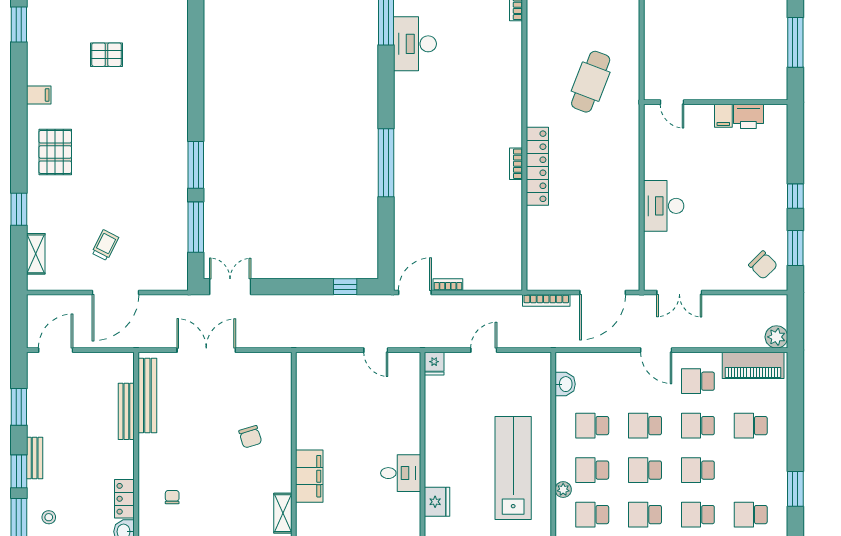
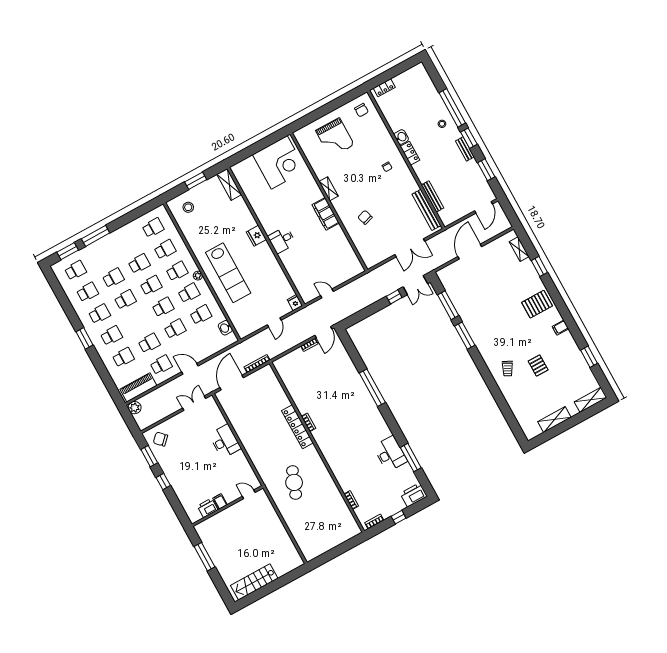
pallet: (106, 55) -> (538, 366), turned 90
pallet: (55, 152) -> (537, 304), turned 90
trolley: (105, 245) -> (507, 369), moved
window: (345, 287) -> (394, 297), moved
school desk: (698, 470) -> (111, 336), moved

